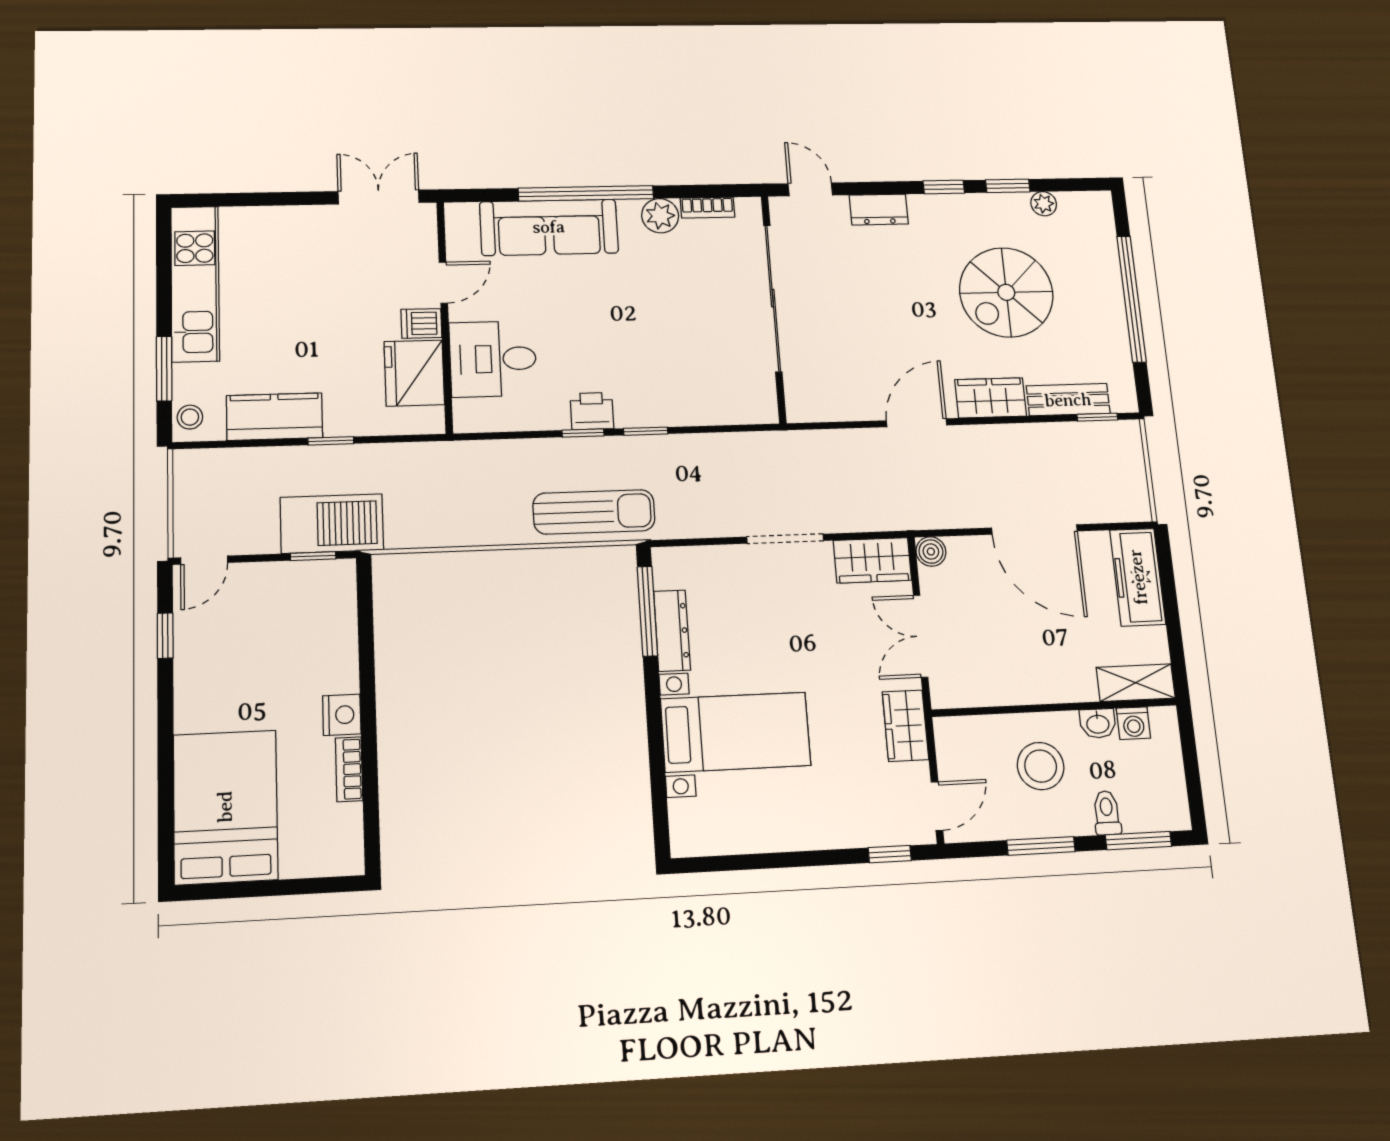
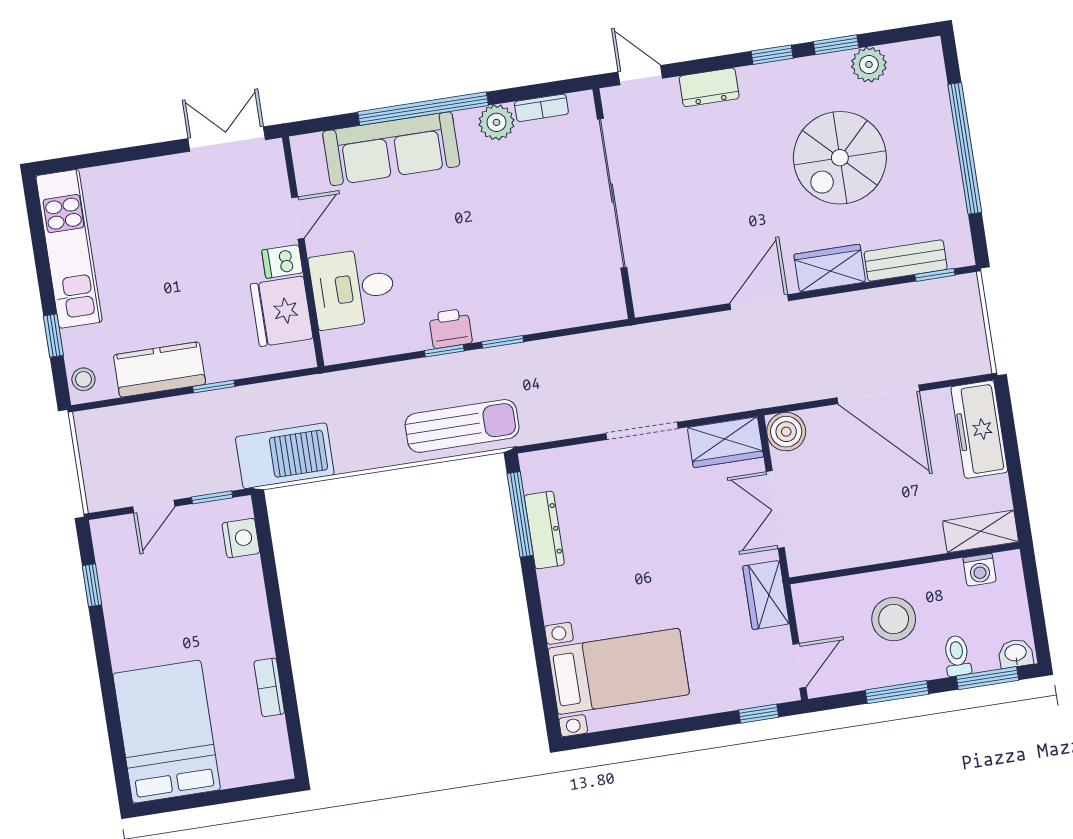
plant: (1044, 204) -> (869, 65), width x1.38, depth x1.38
window: (164, 369) -> (53, 336), width x0.67
barbecue: (332, 524) -> (285, 456), moved
boiler: (931, 551) -> (786, 432), width x1.36, depth x1.36
door: (204, 560) -> (154, 506), moved
nightstand: (342, 715) -> (241, 538), moved
washbasin: (1098, 723) -> (1016, 653), moved, turned 180
bed with nightstands: (736, 732) -> (619, 671), moved

